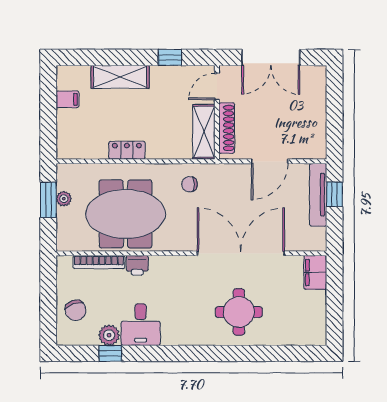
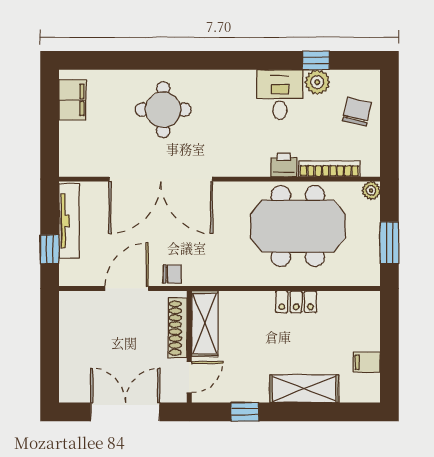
chair: (190, 184) -> (172, 274), moved
tv unit: (318, 195) -> (69, 221), moved
plant: (64, 199) -> (371, 190), moved
filing cabinet: (315, 272) -> (72, 100), moved
chair: (76, 310) -> (357, 112), turned 33

